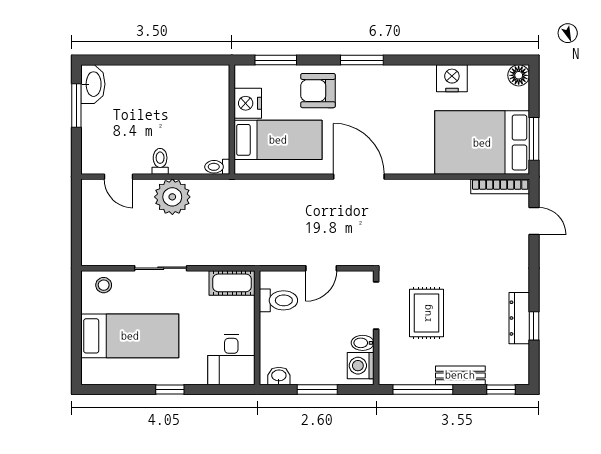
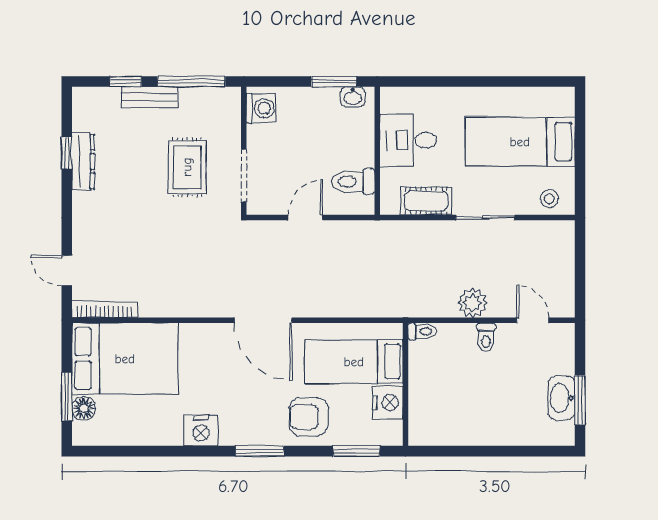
floor lamp: (519, 75) -> (84, 408), moved
nightstand: (452, 78) -> (201, 431), moved
washbasin: (93, 84) -> (562, 398), moved
armchair: (318, 91) -> (309, 417), turned 180
window: (534, 139) -> (67, 396), moved
plant: (172, 197) -> (472, 303), width x0.73, depth x0.73
cot: (232, 283) -> (426, 201), moved
bidet: (363, 343) -> (259, 134), removed
desk: (231, 360) -> (408, 140), moved, turned -90
window: (170, 389) -> (475, 82), removed
window: (317, 389) -> (334, 82), moved
window: (501, 389) -> (126, 82), moved

